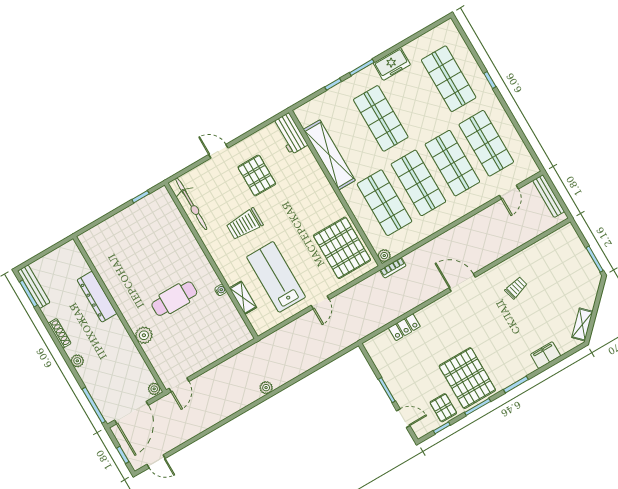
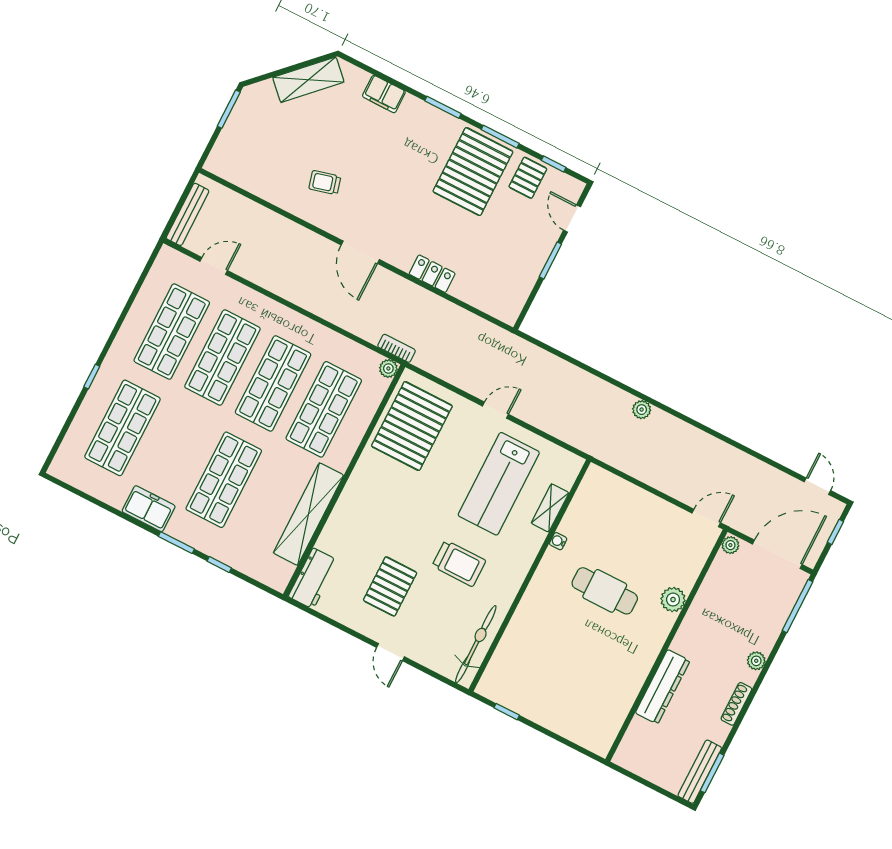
shelving: (582, 324) -> (308, 80), width x1.50, depth x1.33
locker: (404, 327) -> (432, 274), moved

